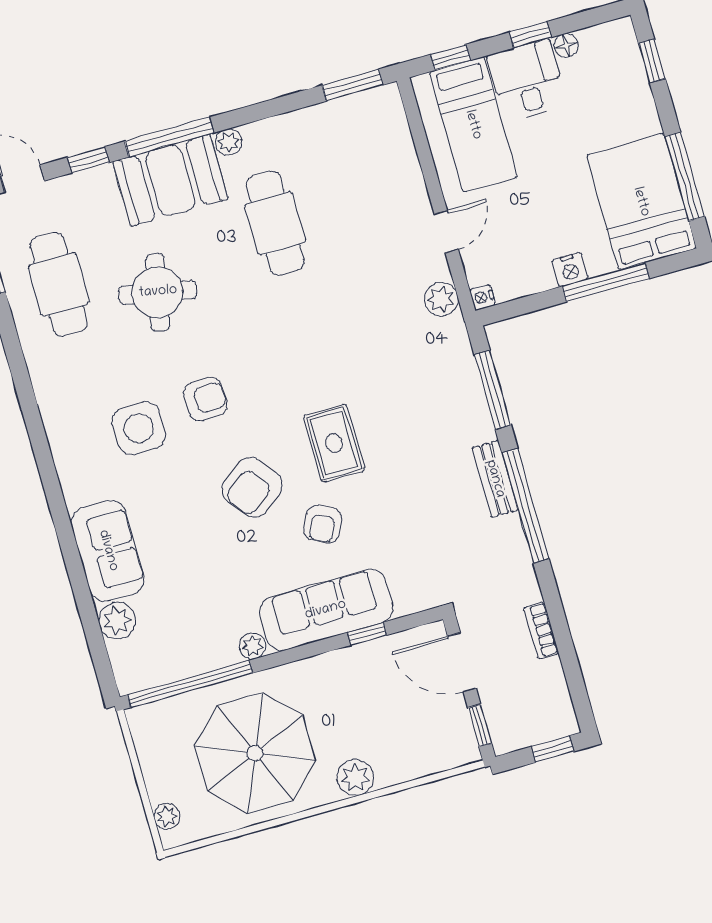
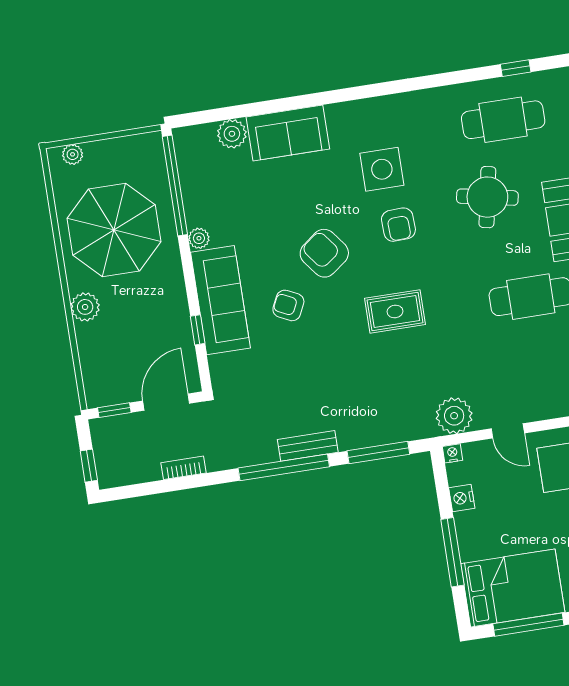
nightstand: (570, 270) -> (462, 498), moved
plant: (441, 299) -> (454, 416), width x1.36, depth x1.36
rug: (334, 443) -> (395, 311), moved

